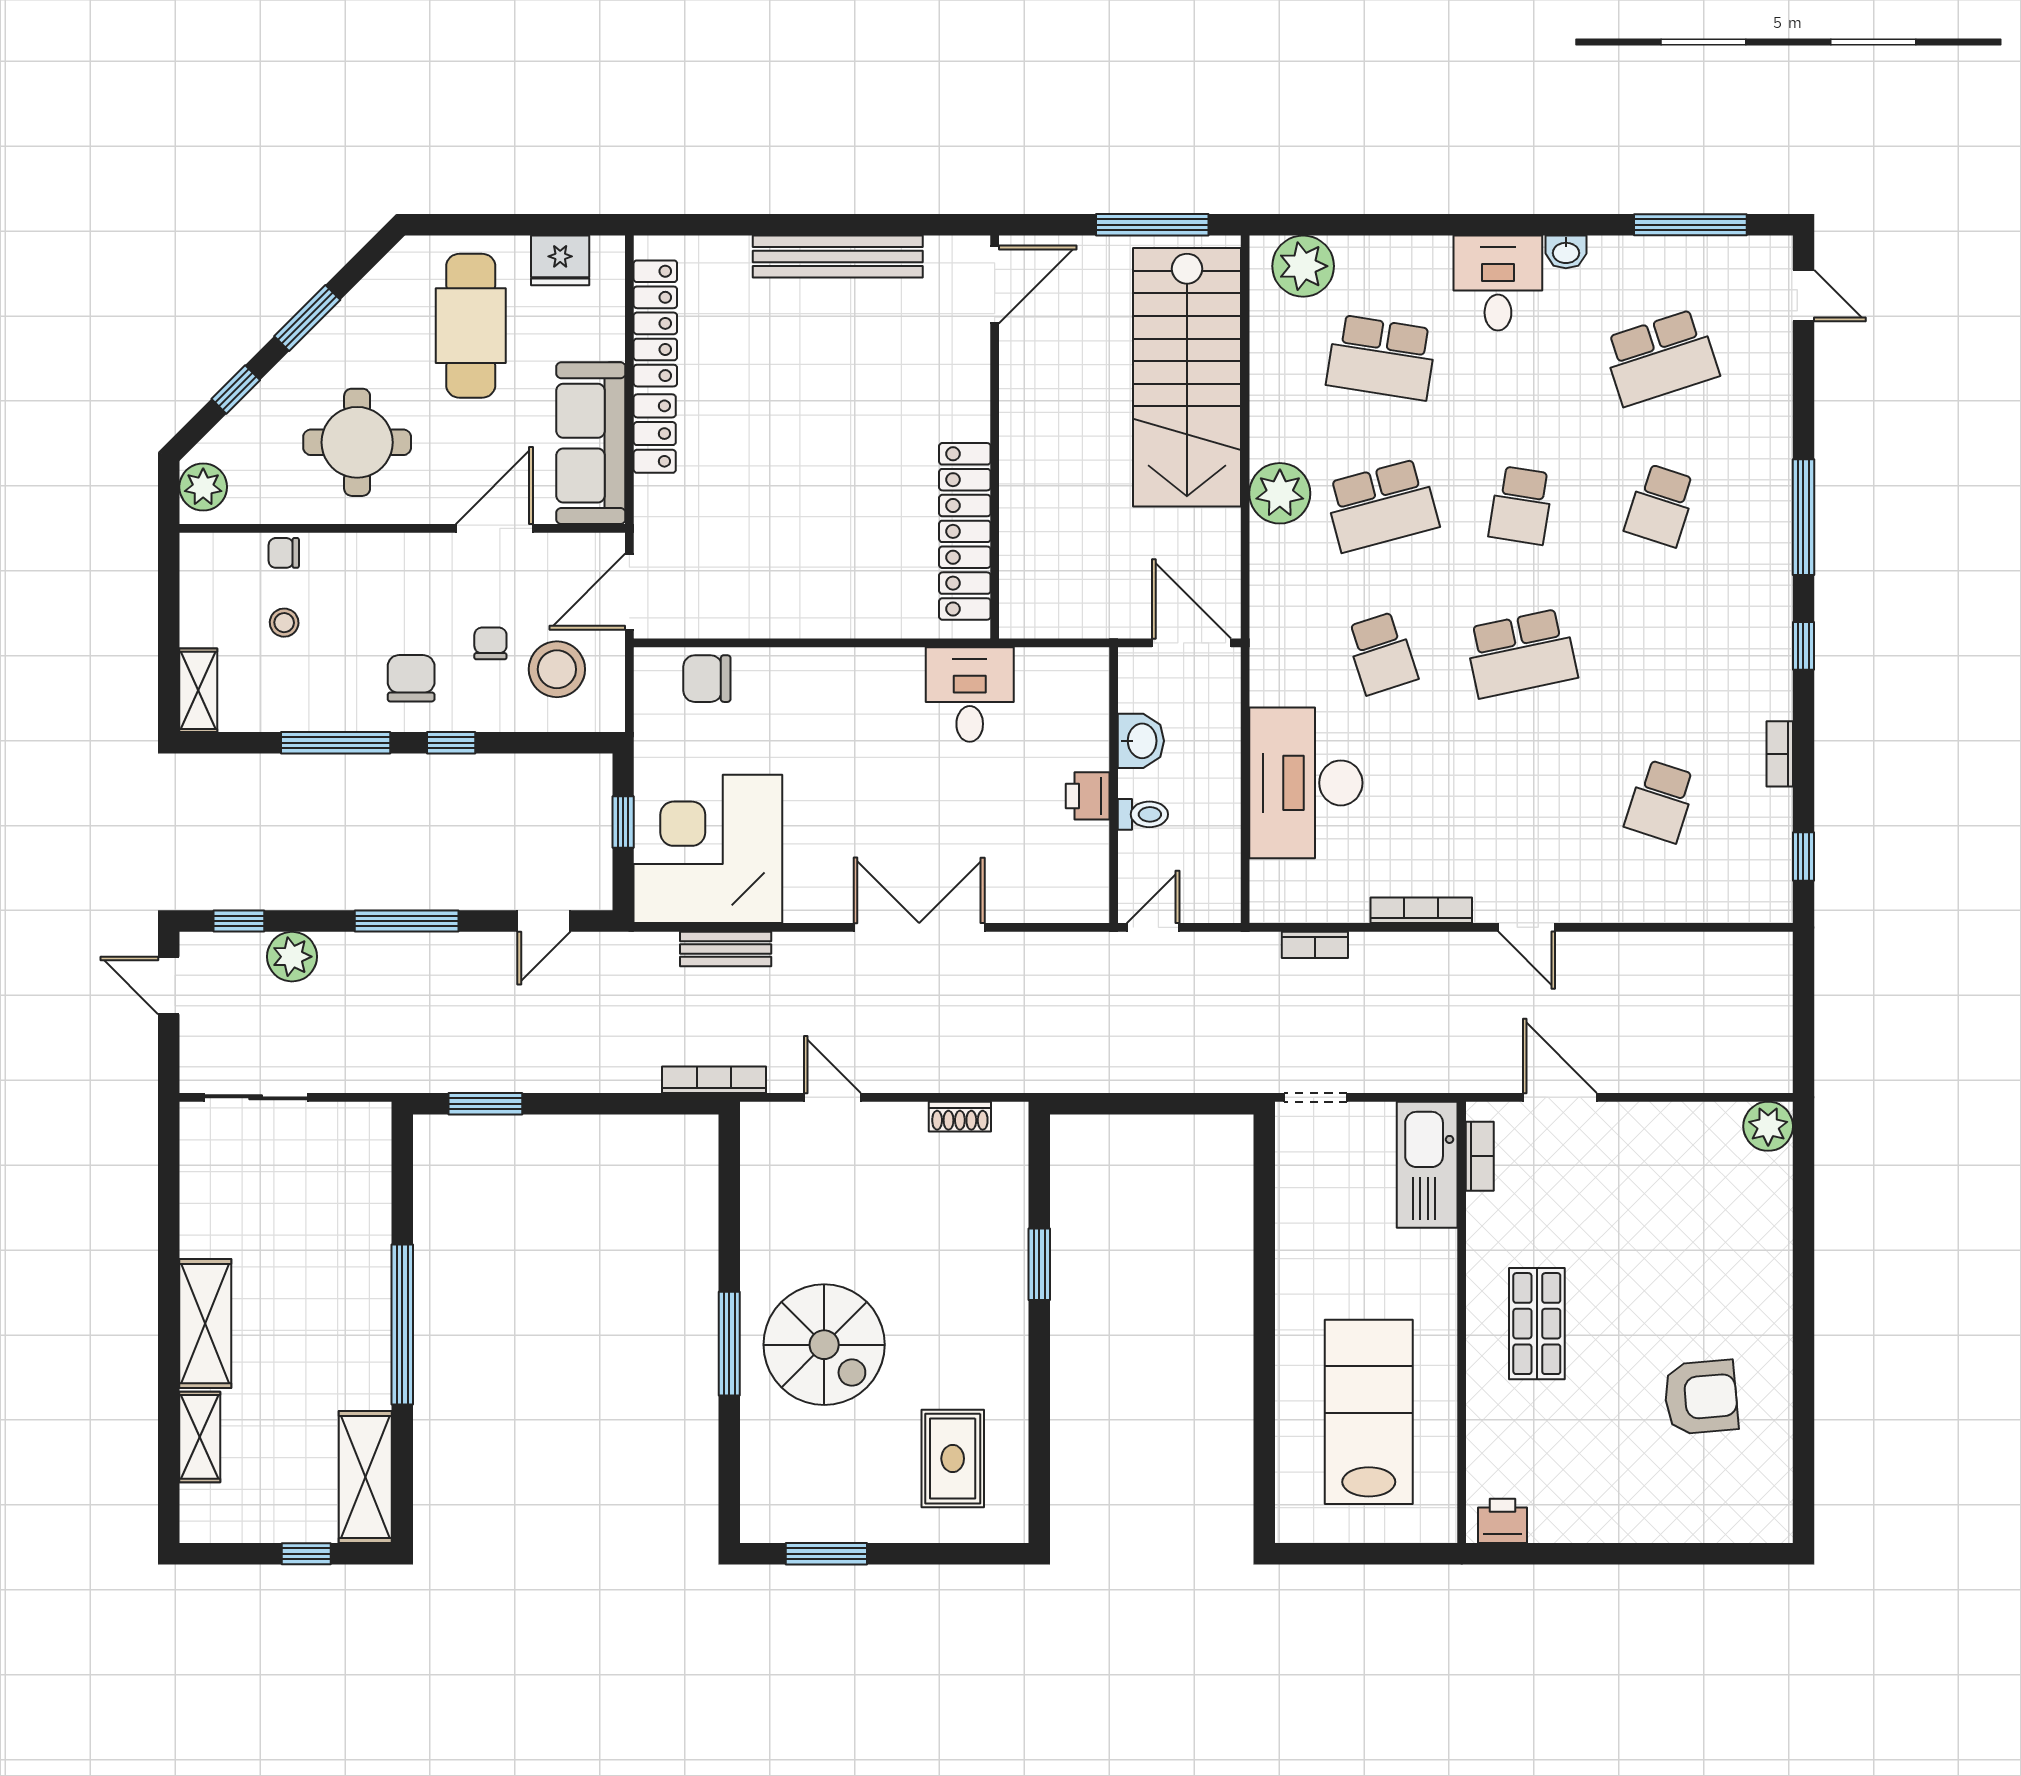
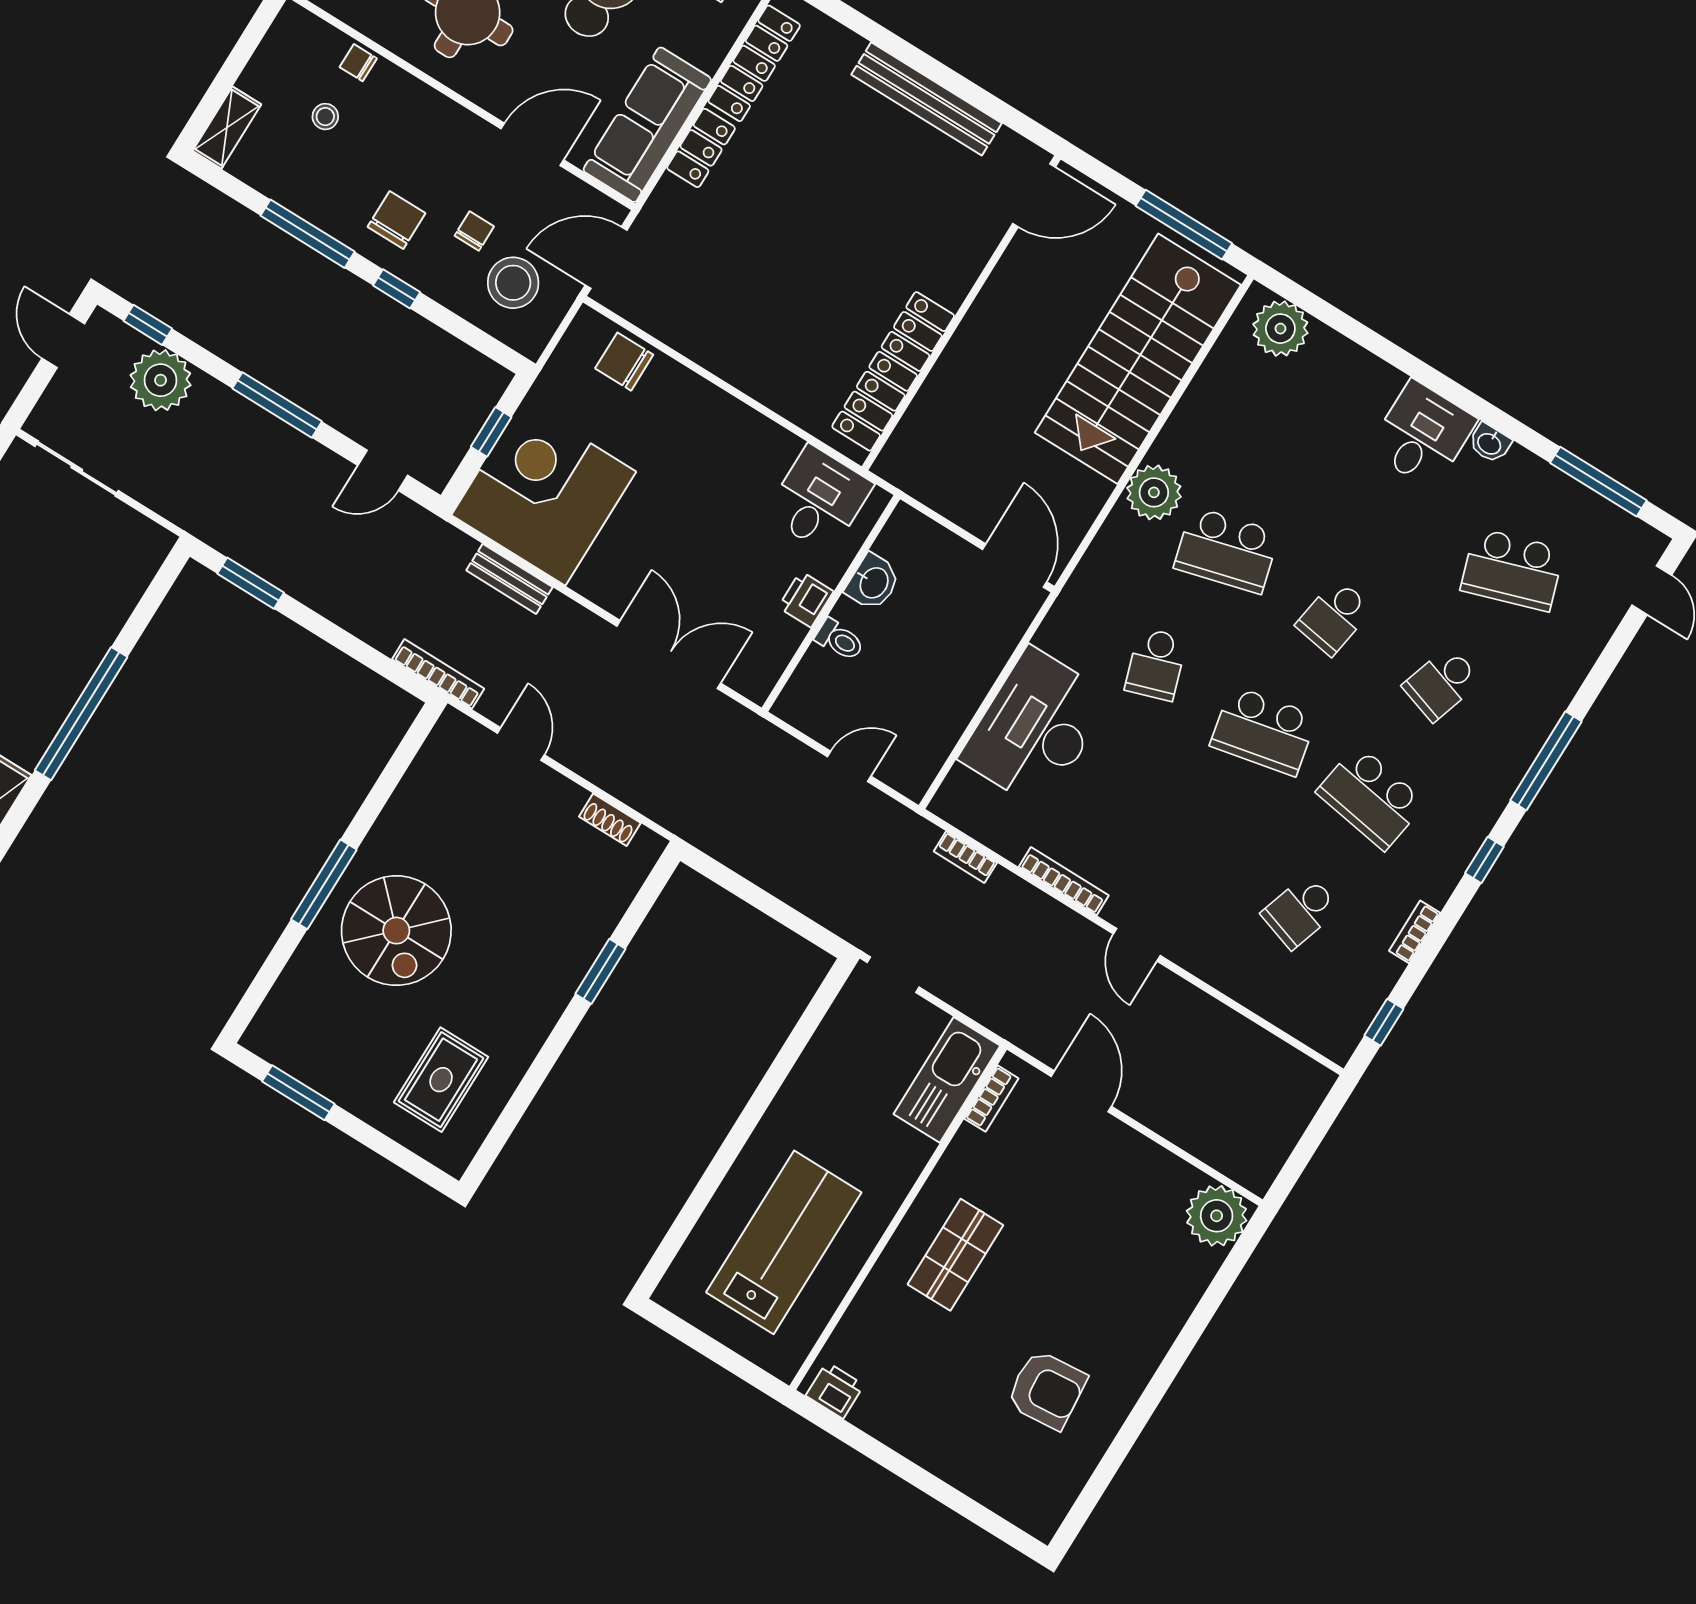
school desk: (1382, 357) -> (1371, 798), moved
washbasin: (1141, 741) -> (873, 582), moved
wall: (1114, 785) -> (831, 603), moved
printer: (1088, 796) -> (806, 599), moved
toilet: (1143, 814) -> (840, 640), moved
plant: (292, 957) -> (161, 380), width x1.36, depth x1.36
plant: (1768, 1126) -> (1217, 1216), width x1.36, depth x1.36

